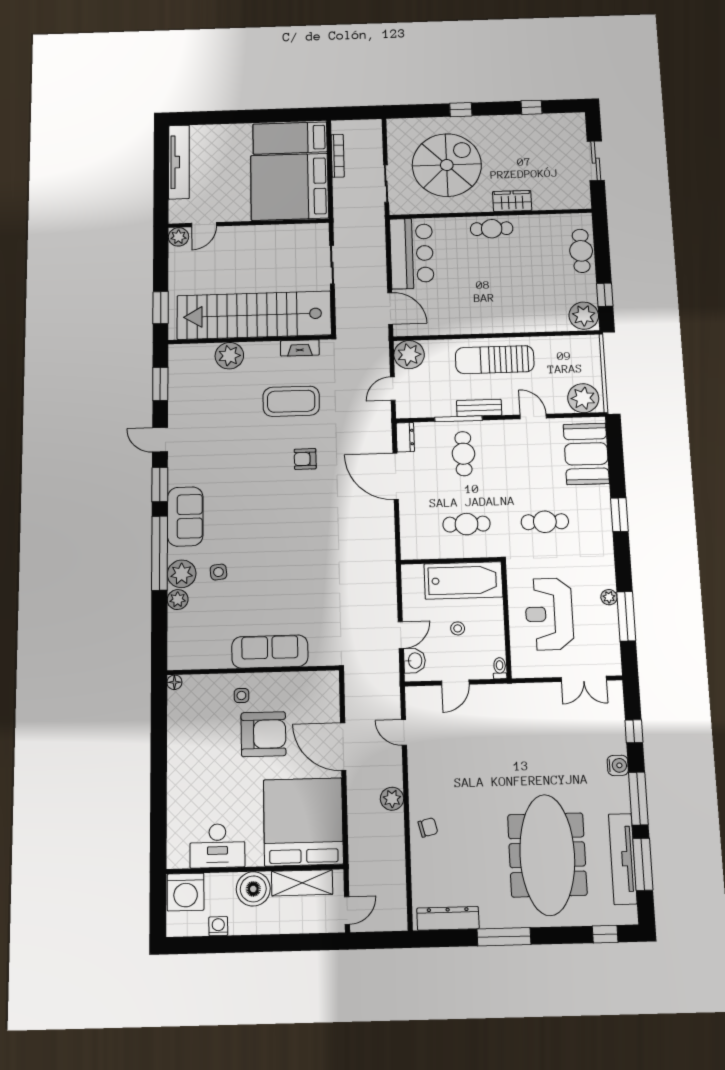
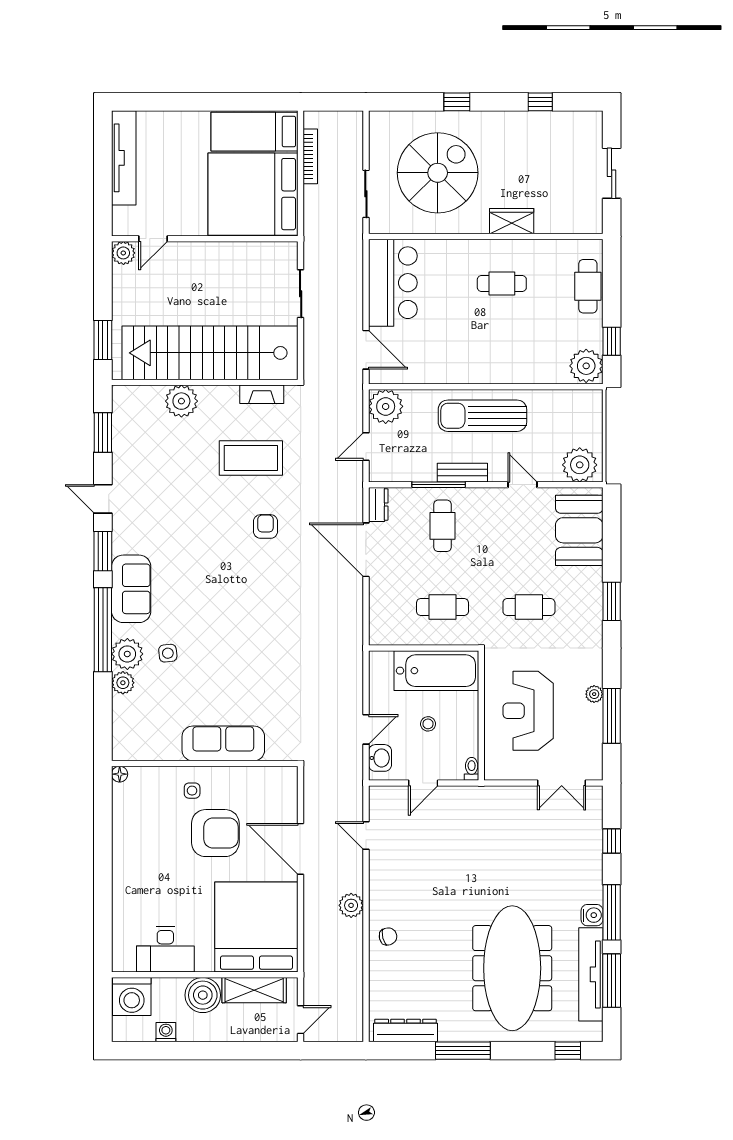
cafe table: (492, 229) -> (502, 283), moved
armchair: (305, 459) -> (266, 526), turned 90
water cooler: (618, 765) -> (592, 915), moved

